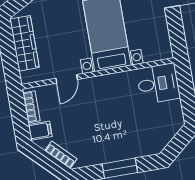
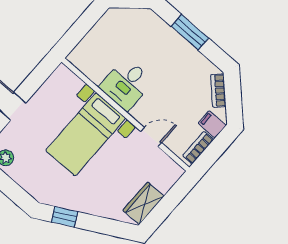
wardrobe: (25, 43) -> (143, 203), width x0.67
desk: (158, 84) -> (126, 84), moved, turned -90

